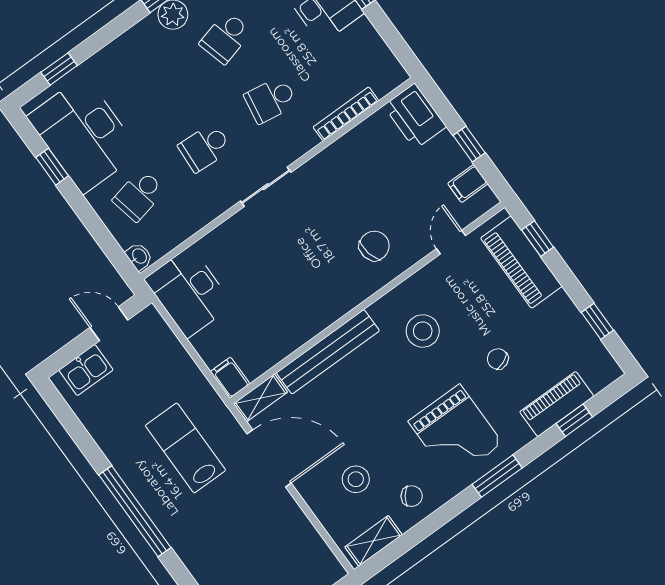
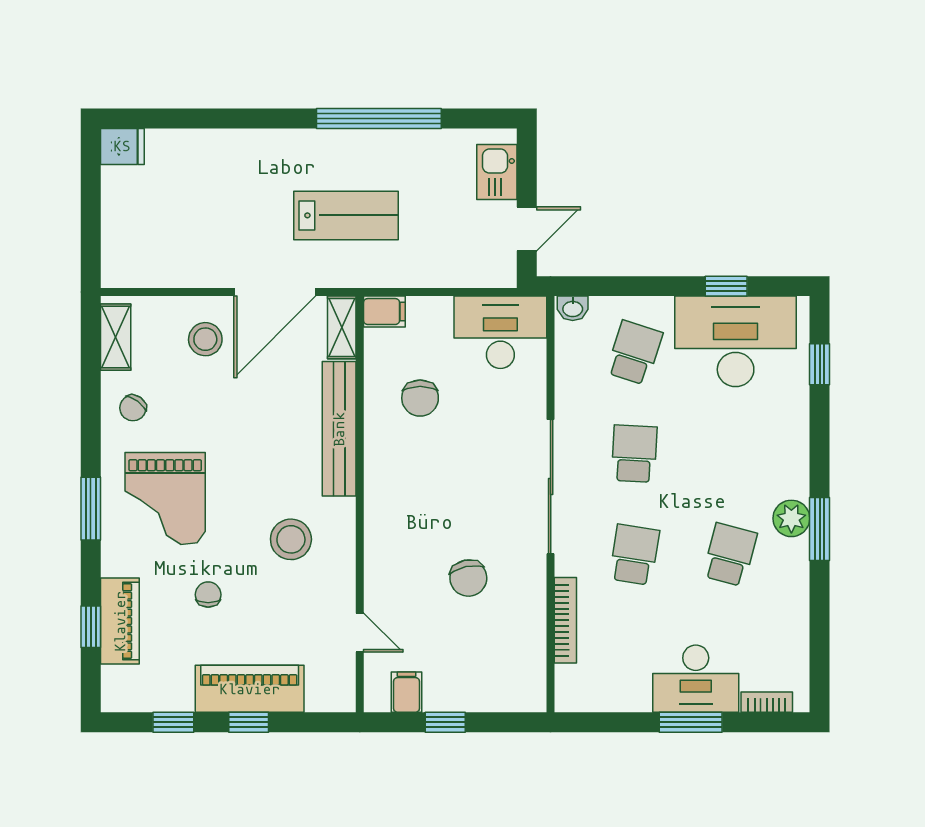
school desk: (226, 38) -> (730, 555), turned 30
printer: (415, 116) -> (513, 688), removed
sliding door: (266, 187) -> (551, 487), width x1.86
school desk: (139, 195) -> (634, 353), turned 30
window: (538, 239) -> (249, 722), moved
chair: (374, 246) -> (468, 578), moved
piano: (521, 262) -> (250, 689), moved
chair: (270, 314) -> (420, 398), added
chair: (498, 359) -> (208, 595), turned -67
grand piano: (455, 432) -> (165, 498), turned -90
stool: (356, 479) -> (205, 339), moved
window: (135, 511) -> (379, 118), moved

